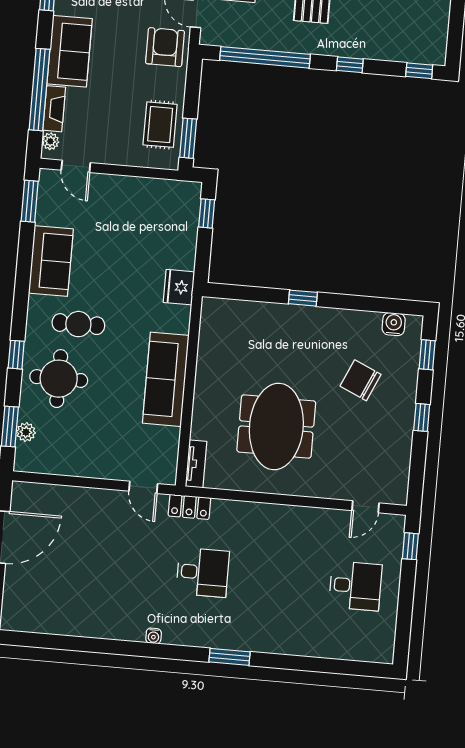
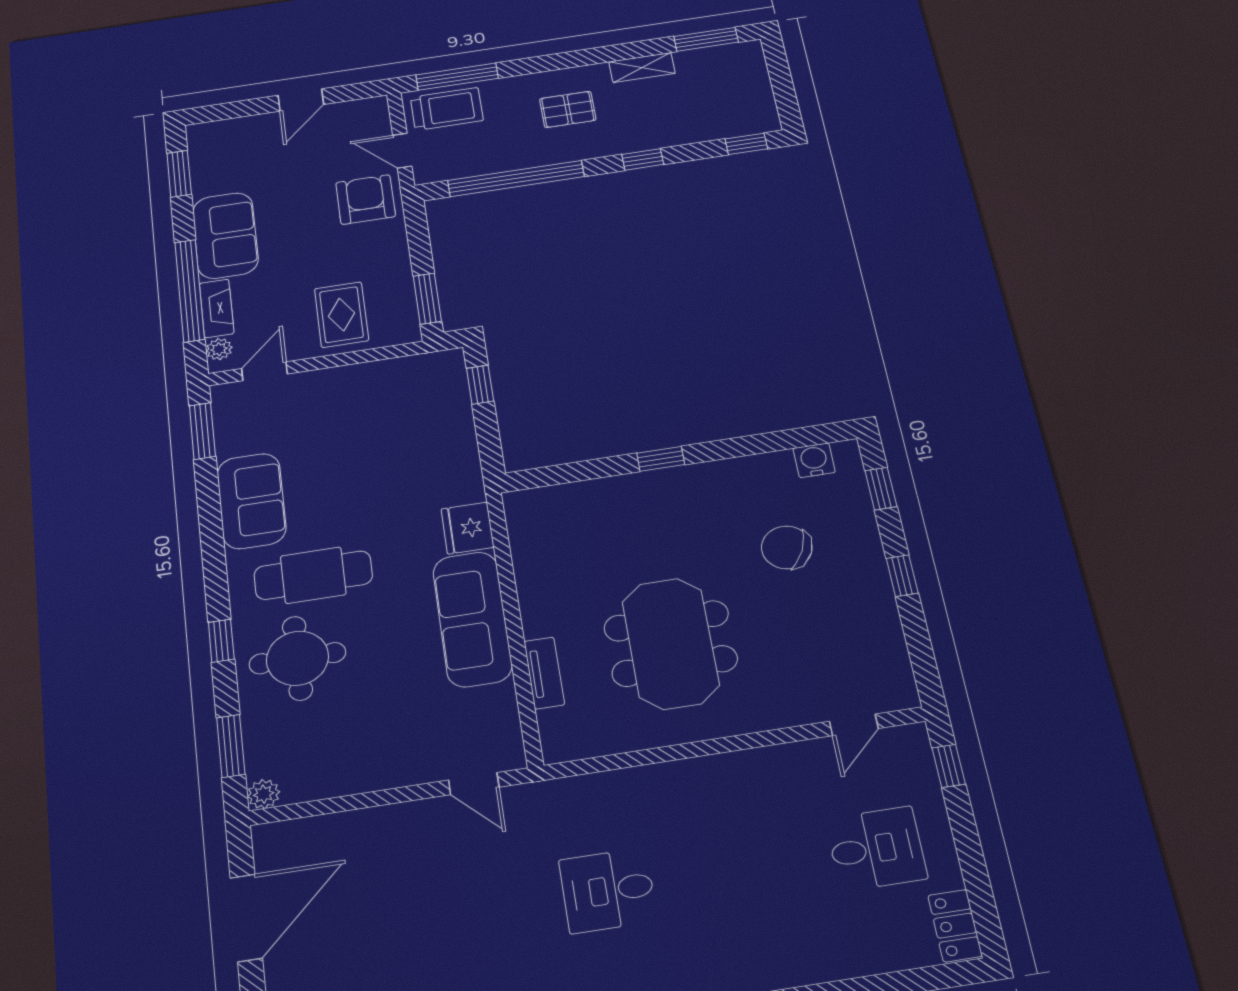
rug: (160, 125) -> (341, 315), moved
door: (76, 166) -> (265, 371), swing flipped
fridge: (179, 287) -> (467, 528), moved
cafe table: (78, 324) -> (313, 575), width x1.37, depth x1.35
plant: (26, 432) -> (264, 794), moved
tv unit: (196, 464) -> (544, 673), moved
locker: (189, 507) -> (955, 926), moved, turned 90
desk: (203, 572) -> (608, 890), turned 180

